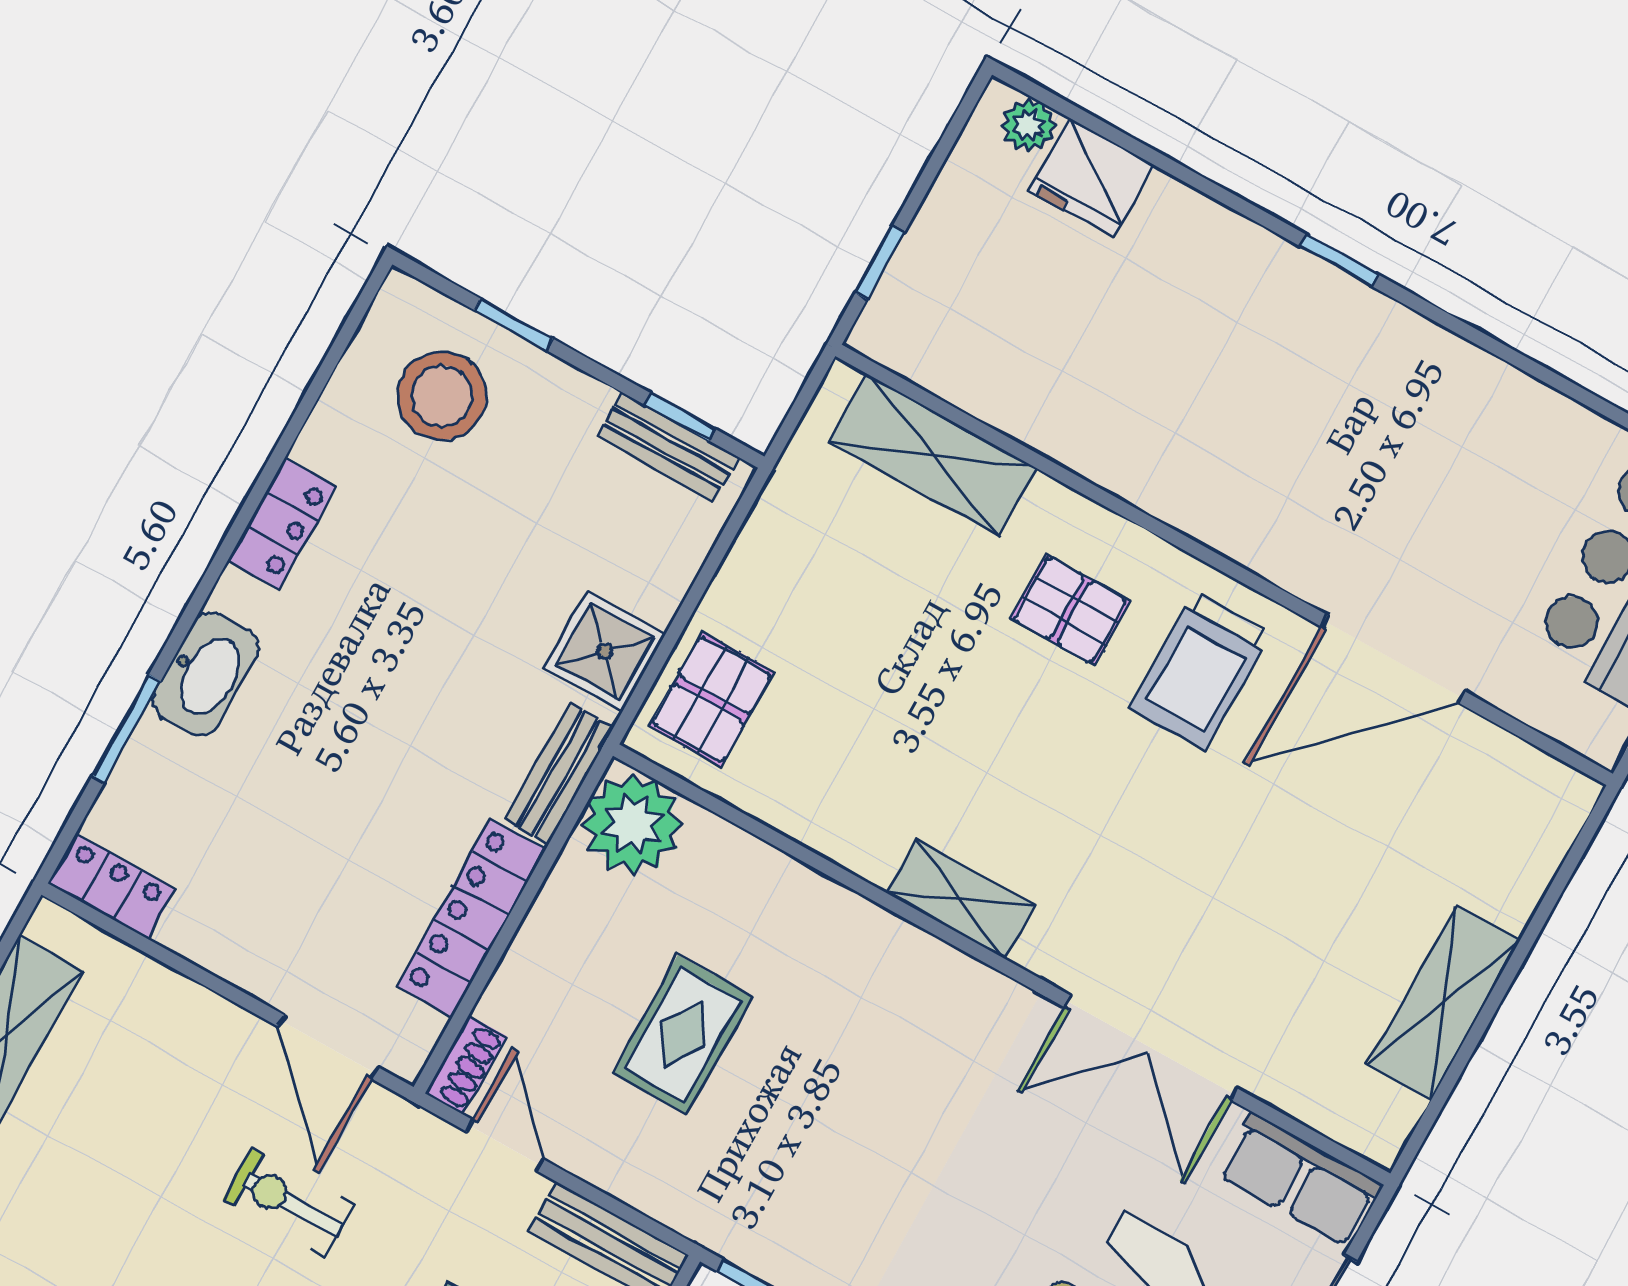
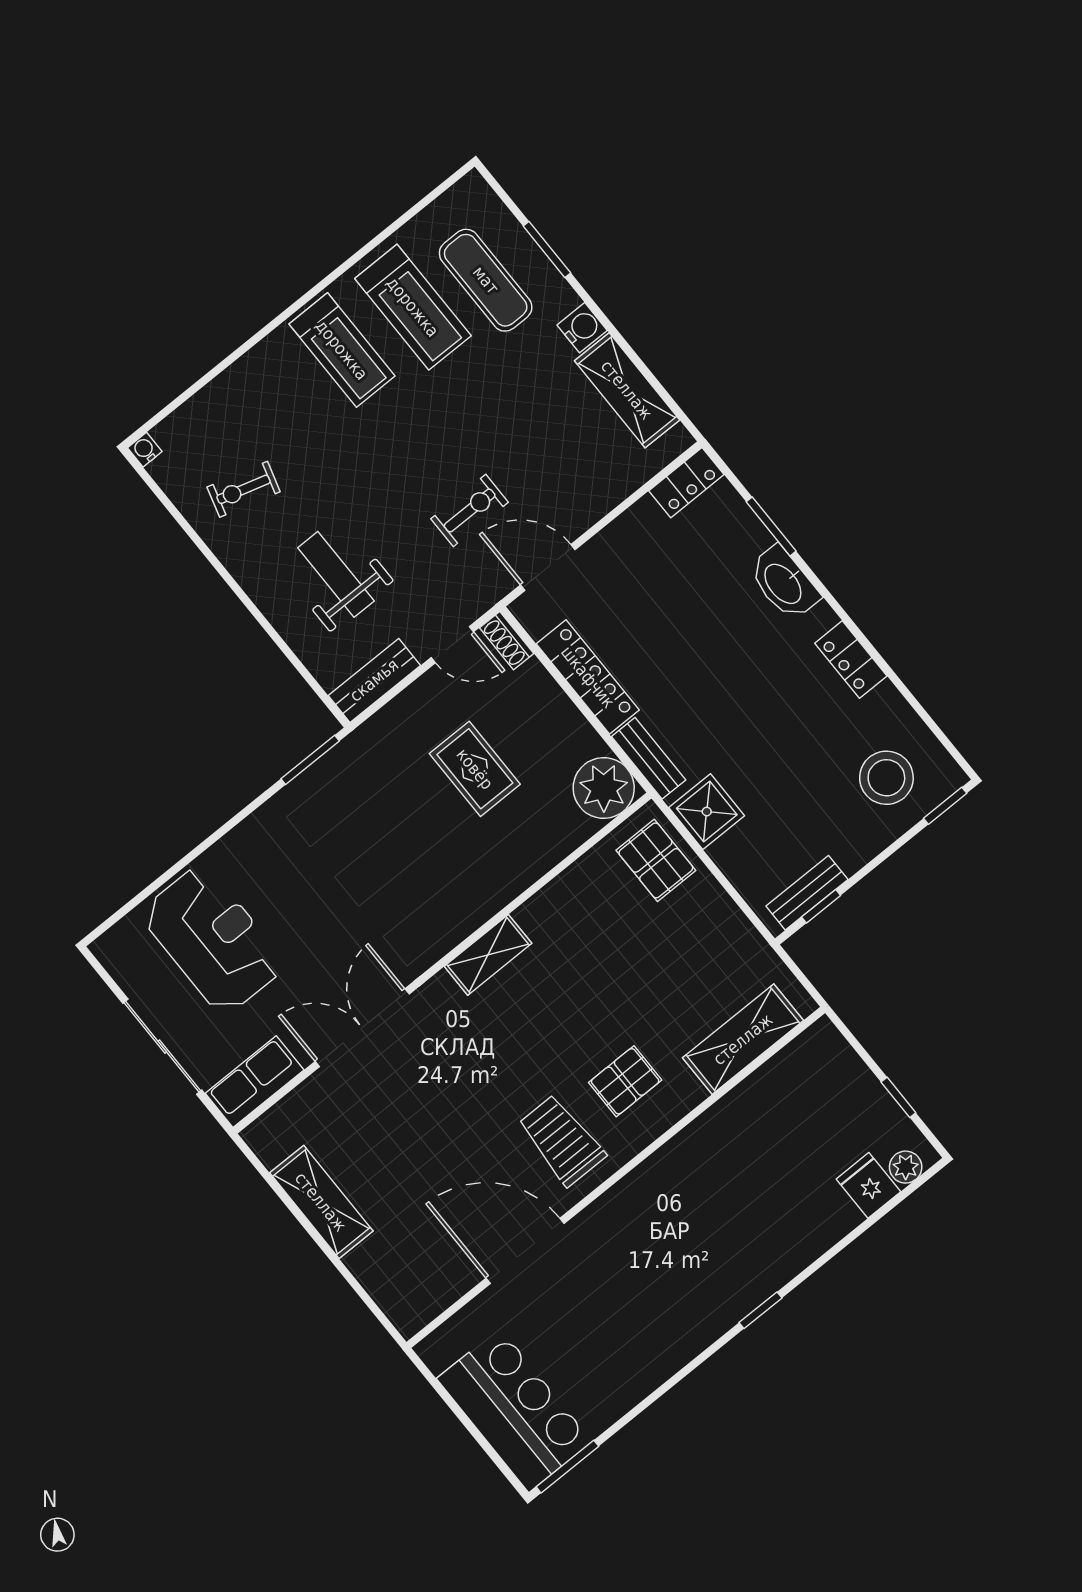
fridge: (1092, 178) -> (868, 1185), width x0.72
window: (880, 263) -> (898, 1097), moved
window: (514, 324) -> (945, 806), moved
door: (1393, 659) -> (525, 1251), hinge flipped

